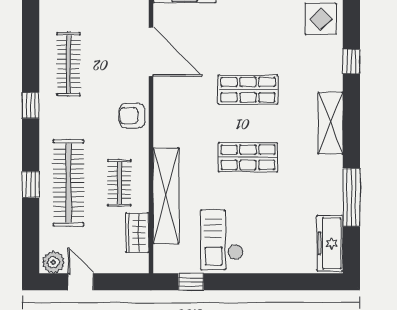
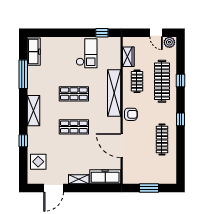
shelving: (166, 196) -> (114, 93), moved

